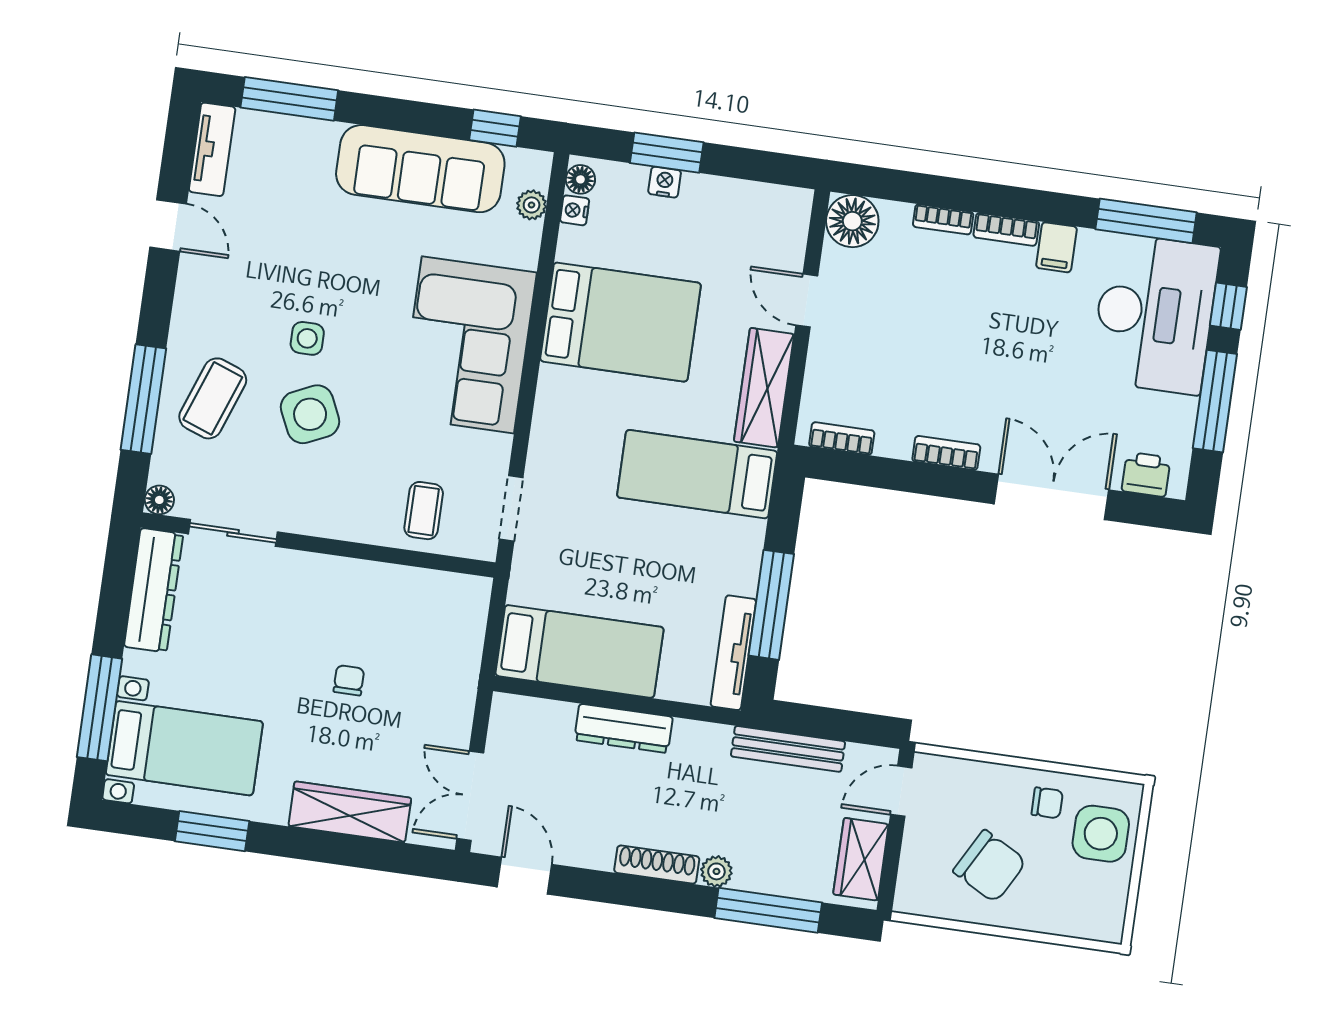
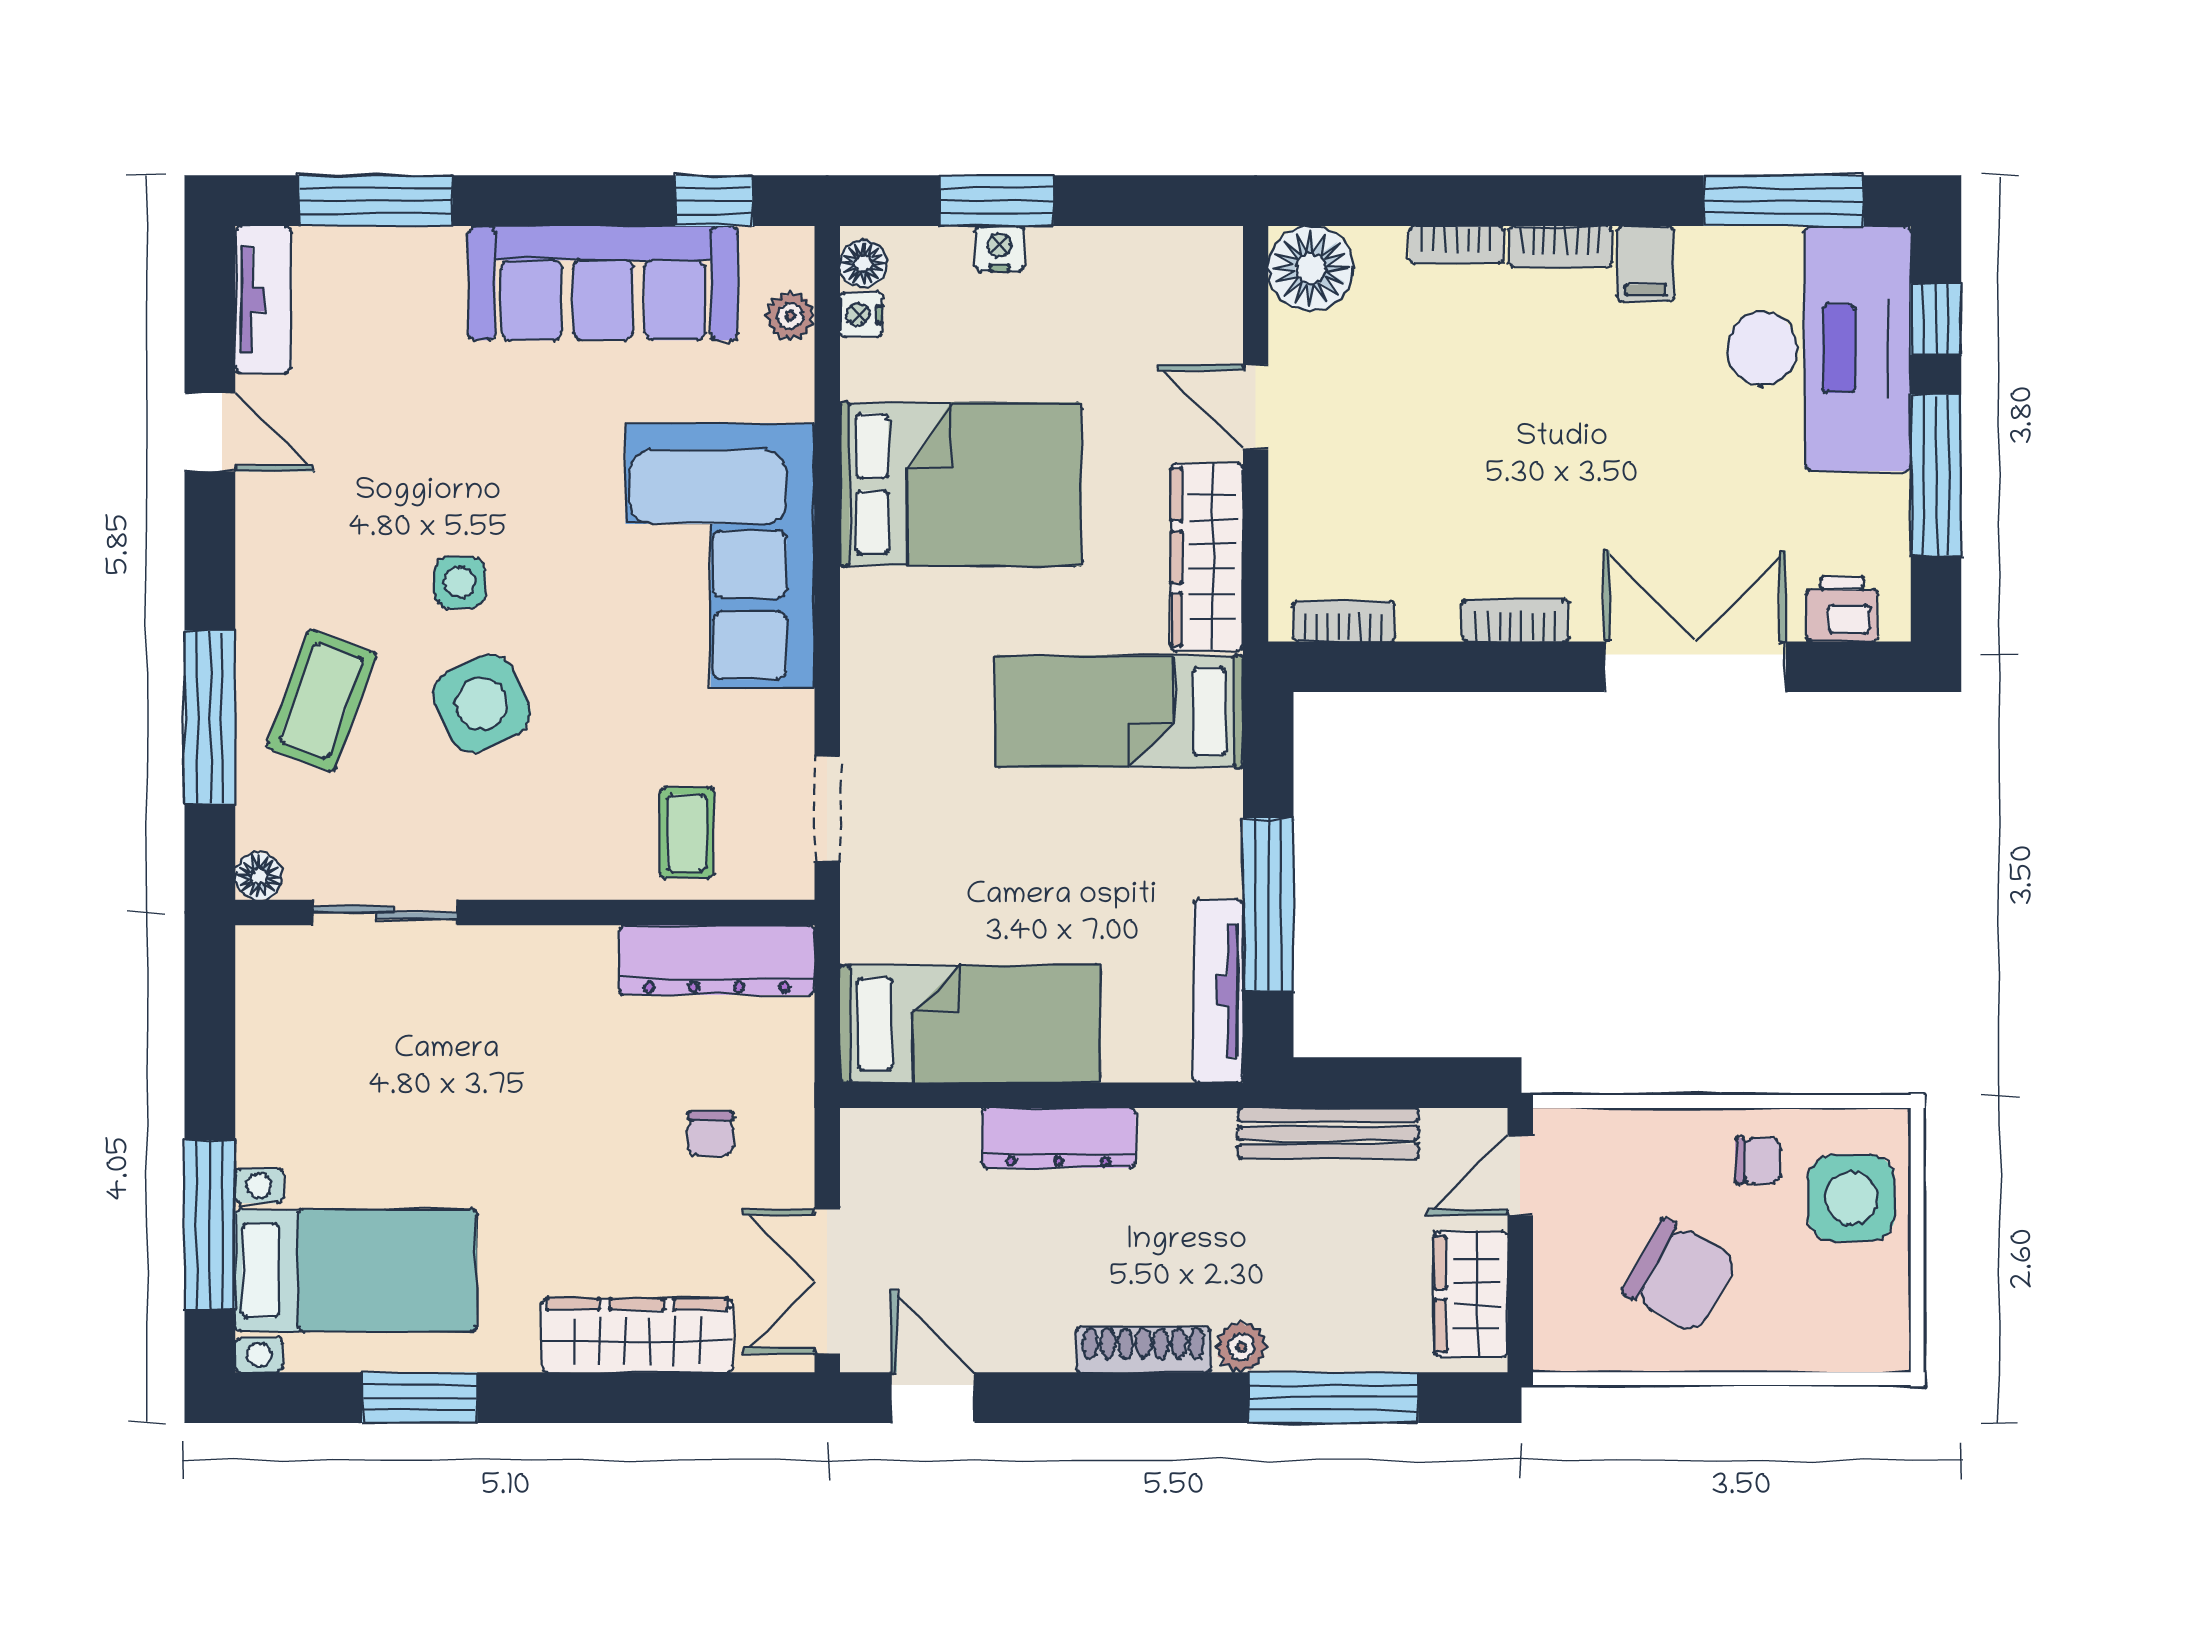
dresser: (154, 590) -> (717, 960), moved, turned 90
chair: (349, 680) -> (711, 1134), moved, turned 180

